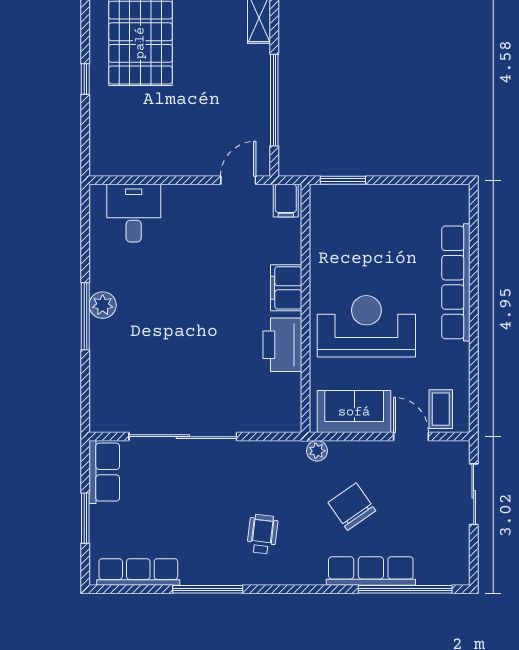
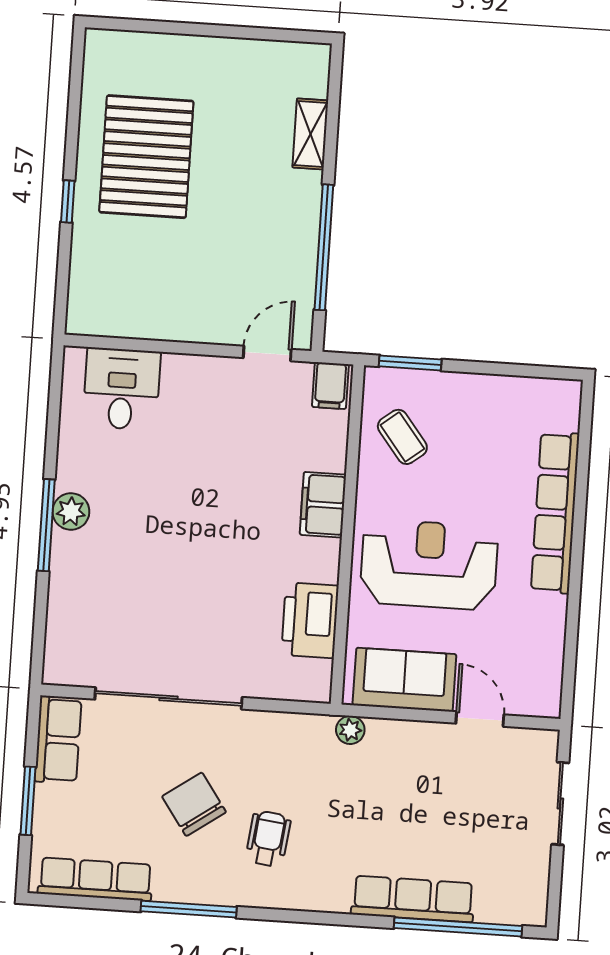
printer: (282, 345) -> (310, 620), moved
coffee table: (441, 409) -> (402, 437), moved, turned -38
chair: (352, 507) -> (194, 804), moved

